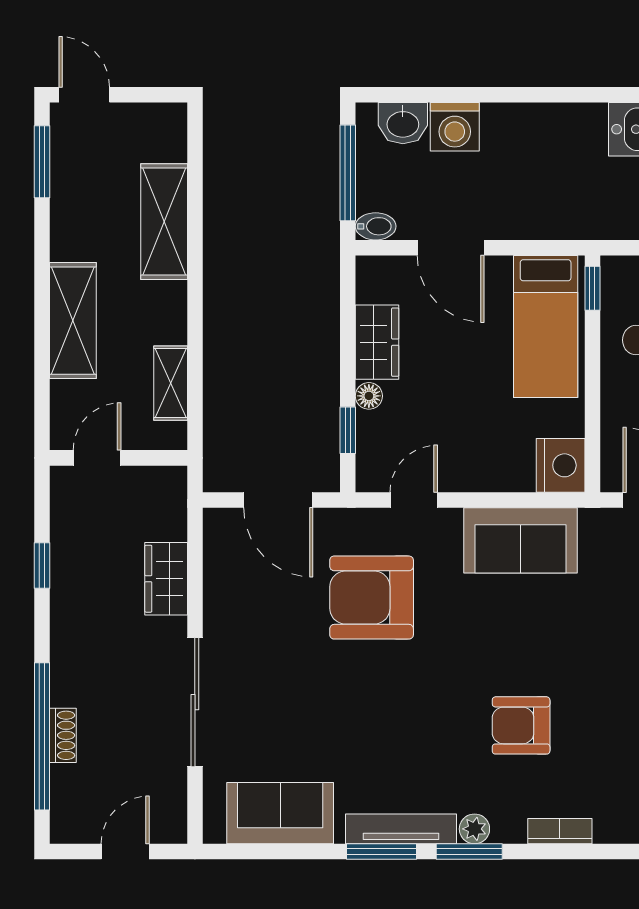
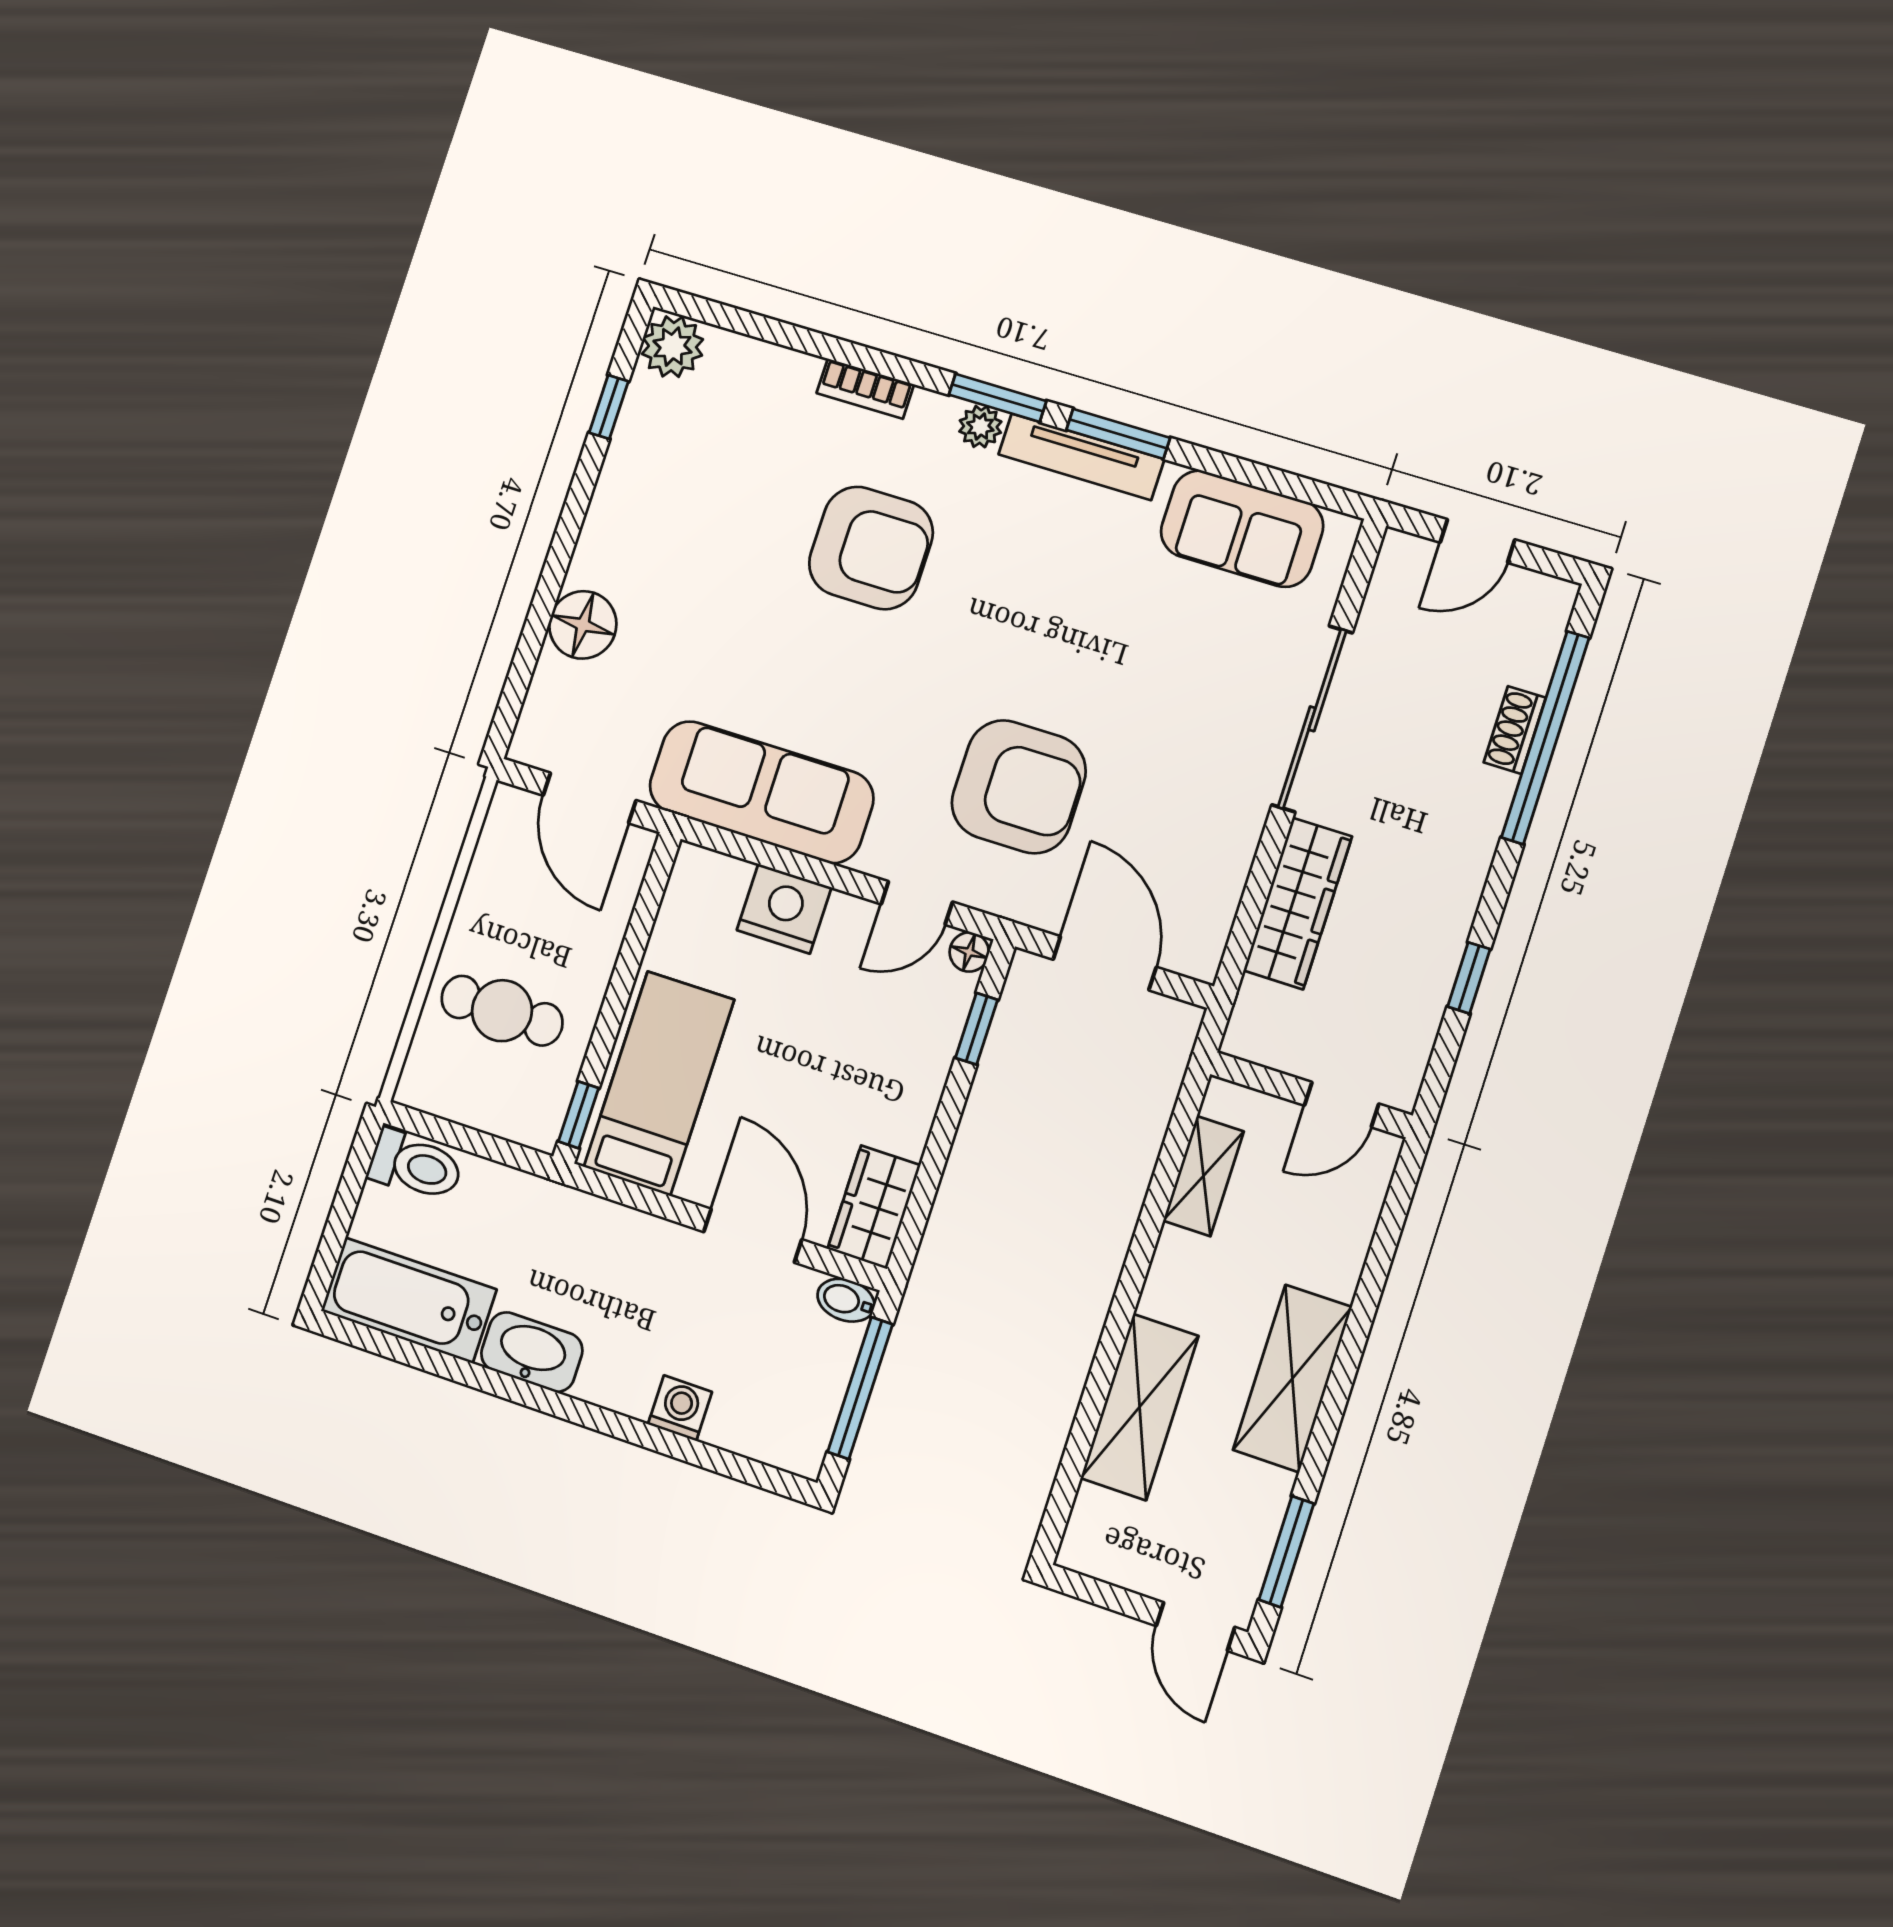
washbasin: (403, 123) -> (532, 1352), moved, width x1.38
washing machine: (455, 127) -> (680, 1408), width x0.73, depth x0.73
shelving: (73, 321) -> (1292, 1378), moved
wardrobe: (377, 342) -> (874, 1207), moved
floor lamp: (369, 396) -> (969, 952), moved
nightstand: (561, 465) -> (784, 909), moved, turned 90
sofa: (521, 540) -> (761, 792), width x1.36
wardrobe: (166, 579) -> (1298, 903), width x1.50
armchair: (521, 725) -> (871, 548), width x1.36, depth x1.36

